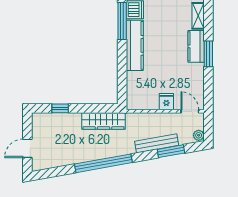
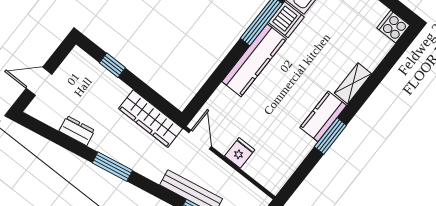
door: (190, 111) -> (200, 140), moved
dresser: (69, 159) -> (77, 131), added
window: (103, 163) -> (112, 167), width x0.47

